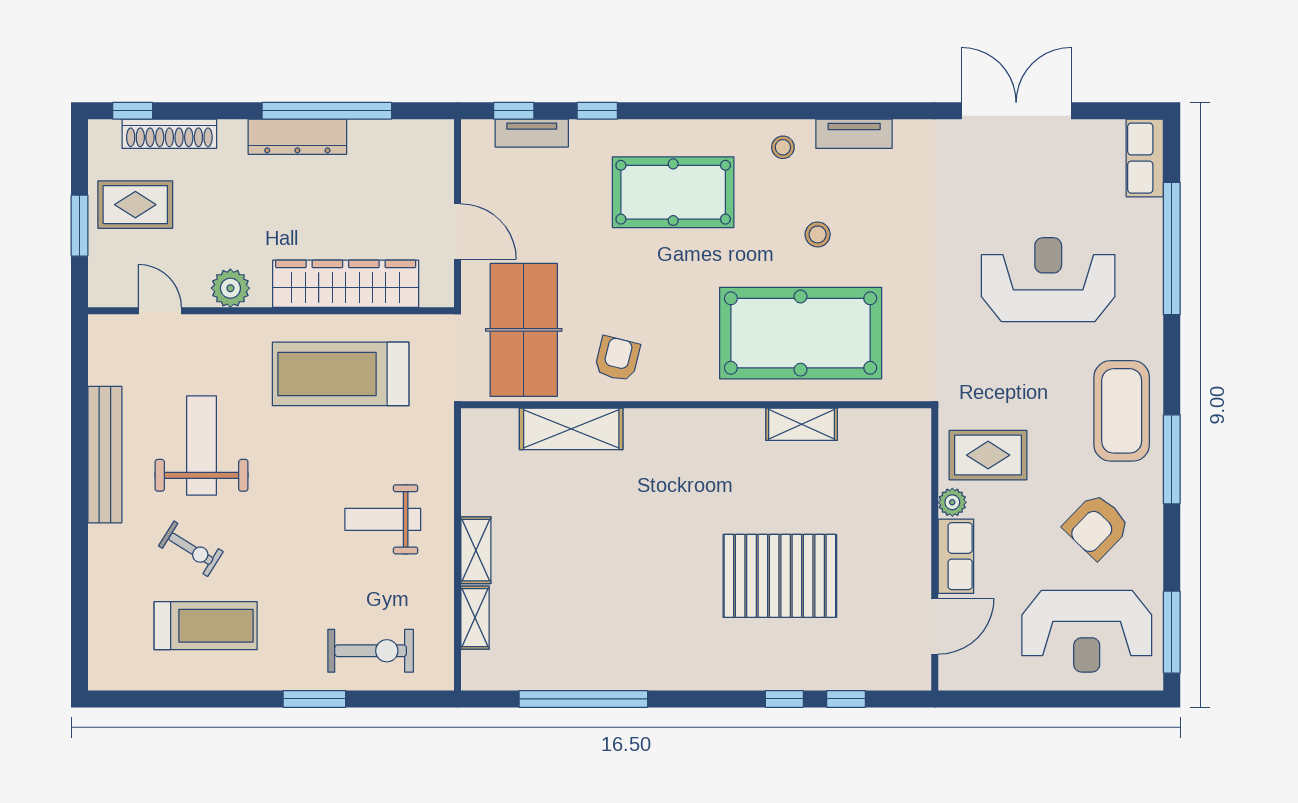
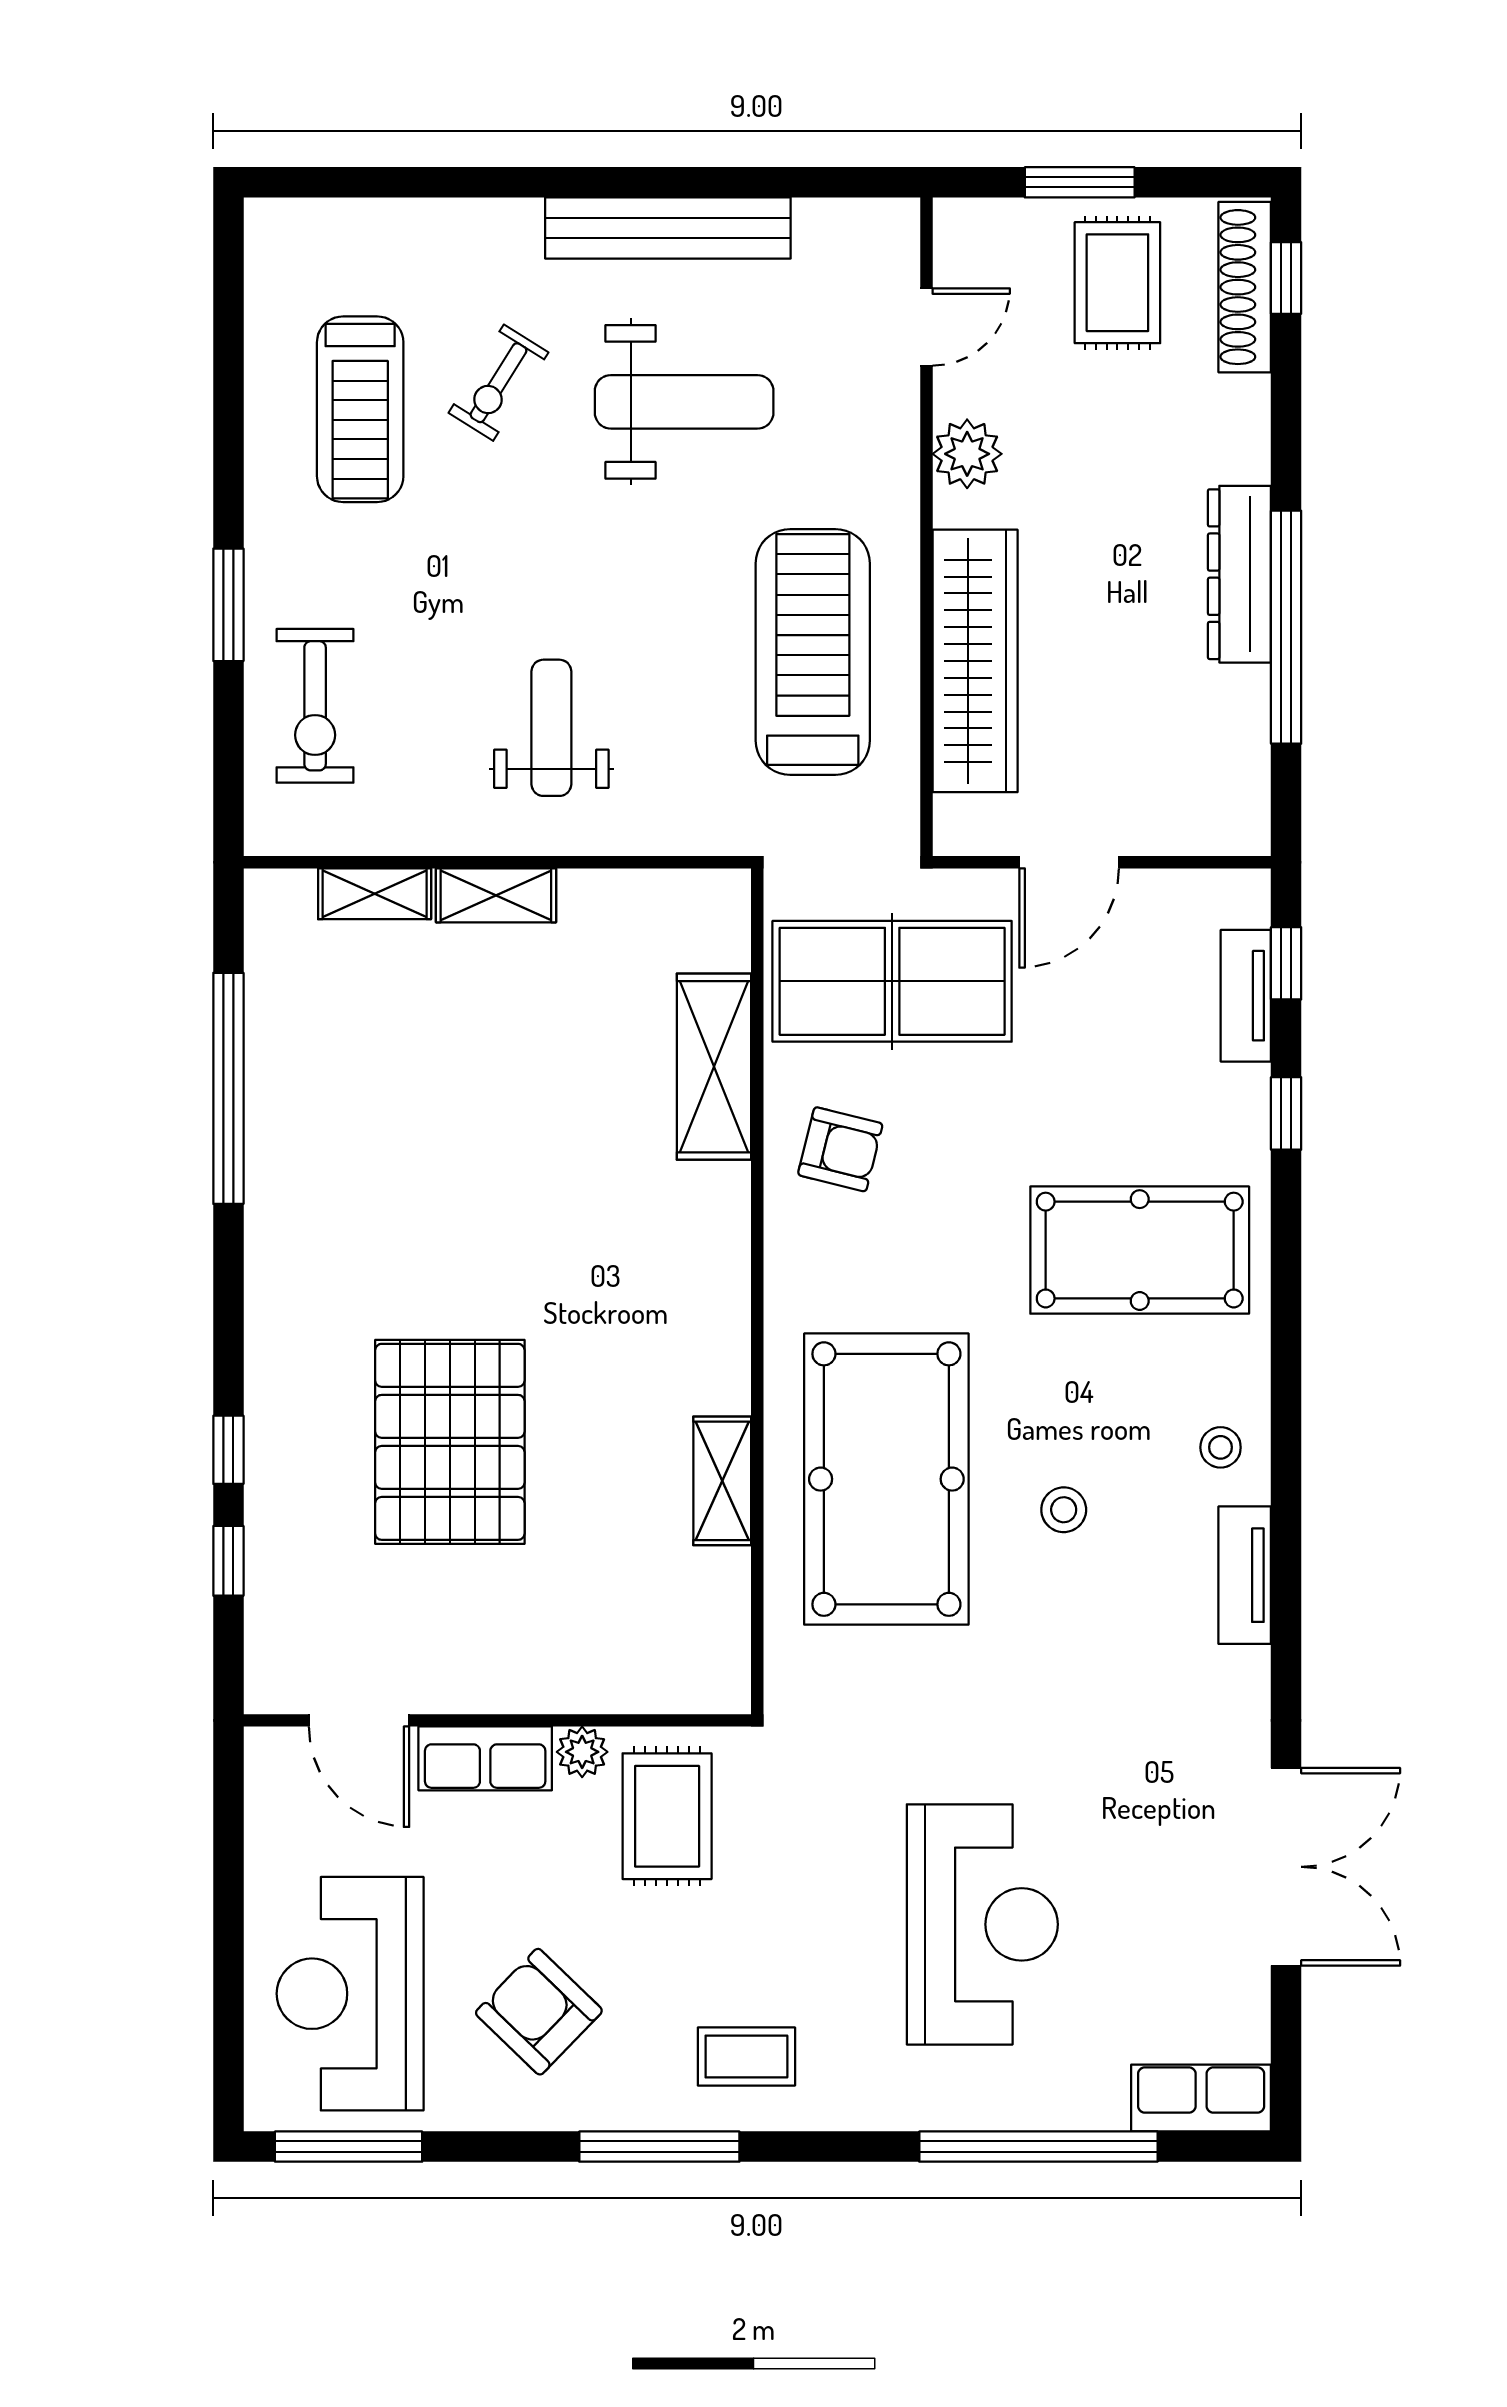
shoe rack: (169, 134) -> (1245, 287), moved
pool table: (673, 192) -> (1140, 1250), turned 90
coffee table: (1122, 411) -> (746, 2057), width x0.54, depth x0.58

